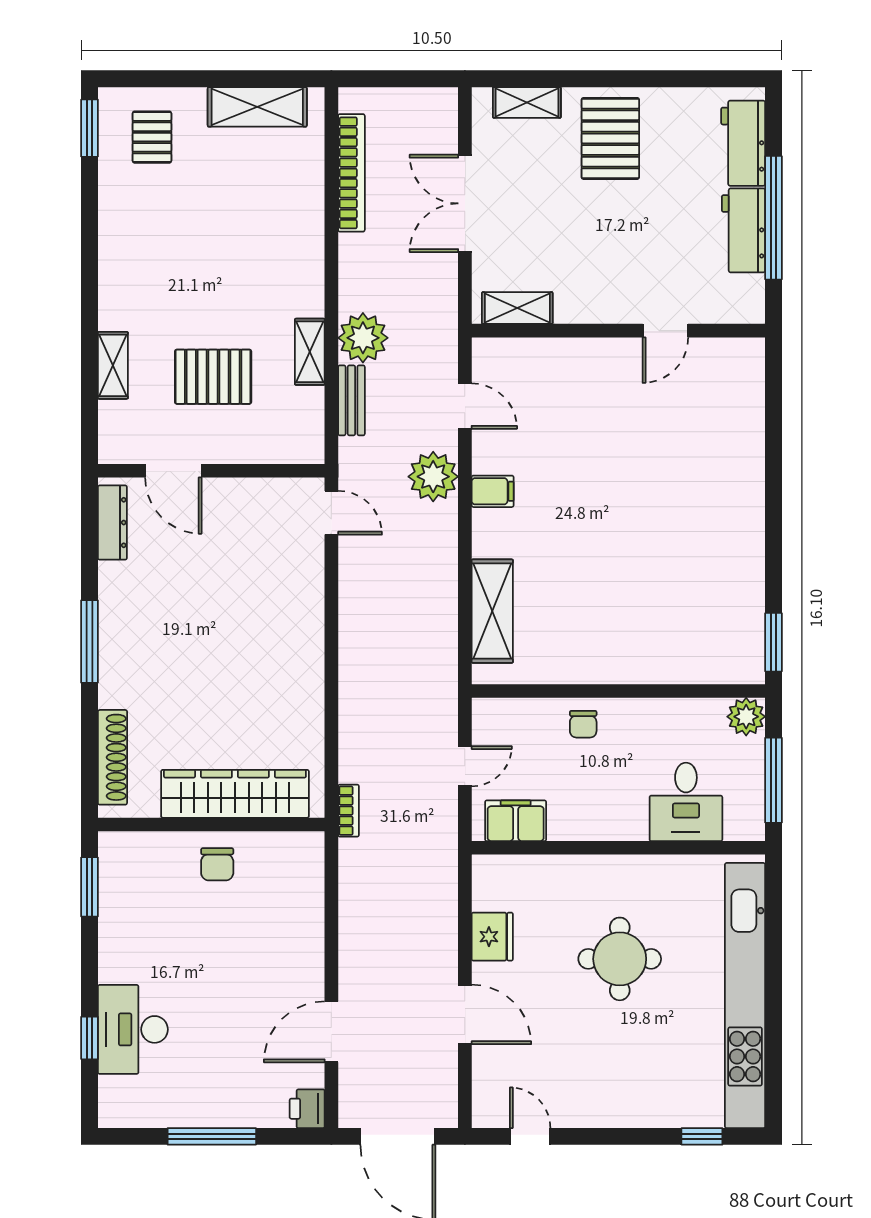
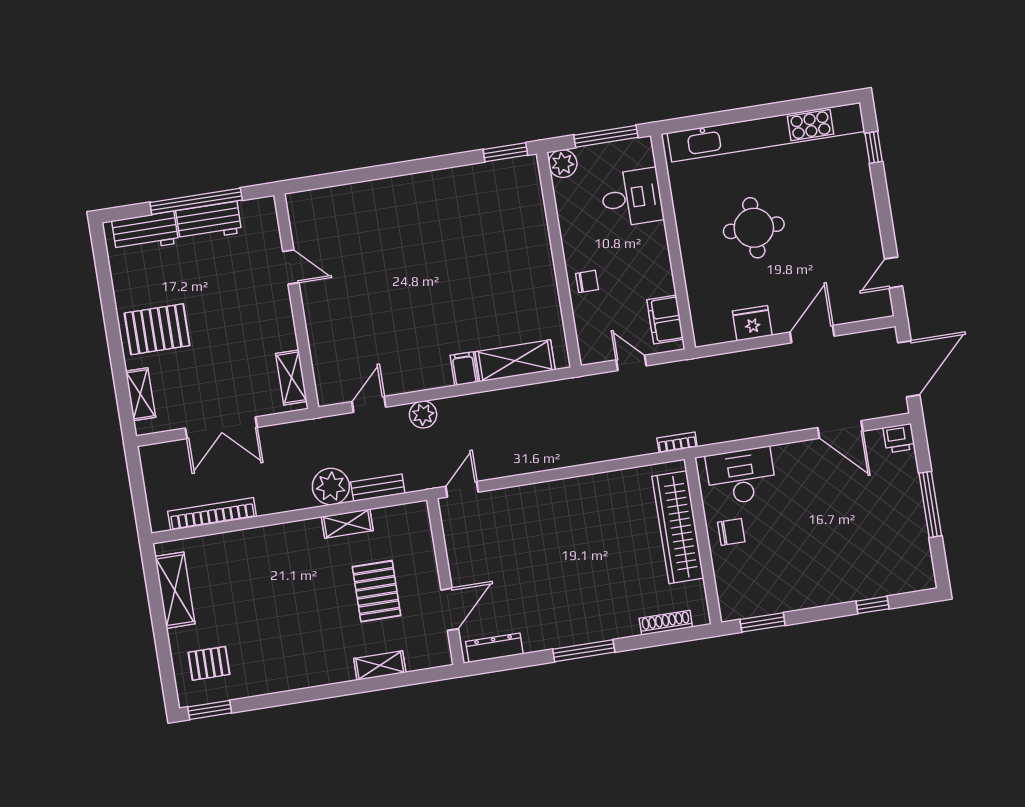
plant: (433, 477) -> (423, 414), width x0.73, depth x0.73
filing cabinet: (493, 491) -> (464, 369), moved
shoe rack: (112, 757) -> (666, 623), width x0.74, depth x0.81
desk: (133, 1029) -> (741, 476), moved, turned 180

